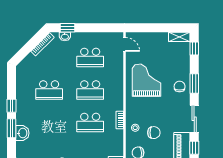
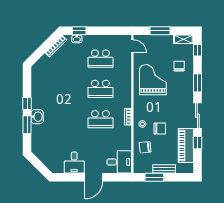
window: (154, 28) -> (160, 31), added
chair: (180, 87) -> (179, 66), moved
school desk: (49, 90) -> (62, 89), removed
washbasin: (22, 133) -> (37, 117), moved

